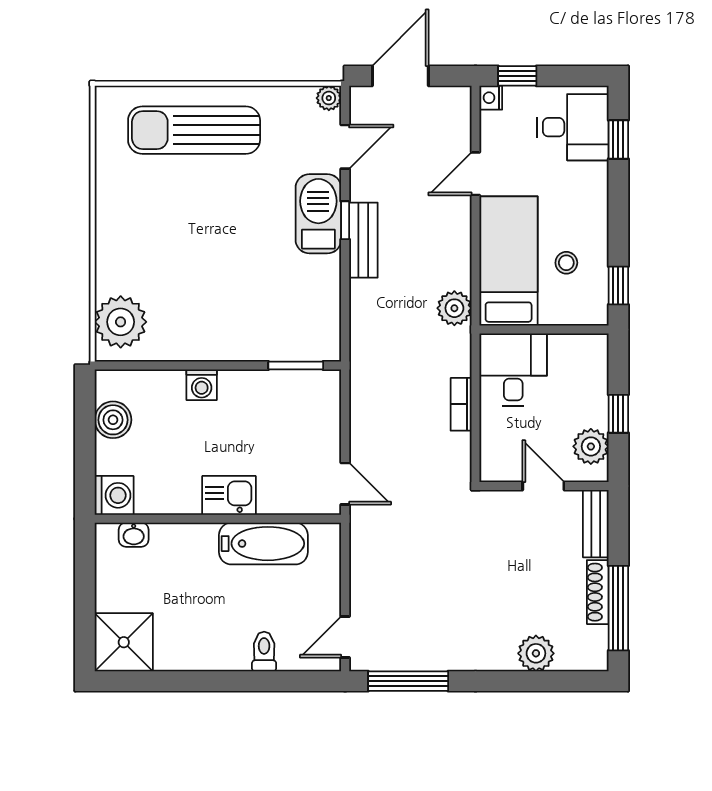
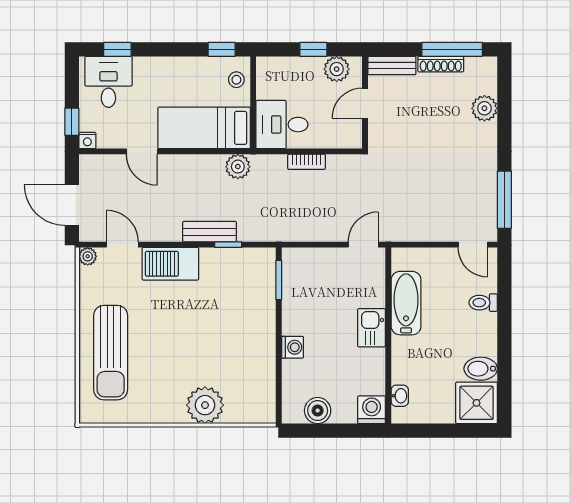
window: (345, 220) -> (228, 245), moved
bench: (363, 240) -> (210, 232), moved
stool: (566, 263) -> (236, 80), moved
plant: (121, 322) -> (205, 405), moved
bidet: (172, 648) -> (481, 369), added

